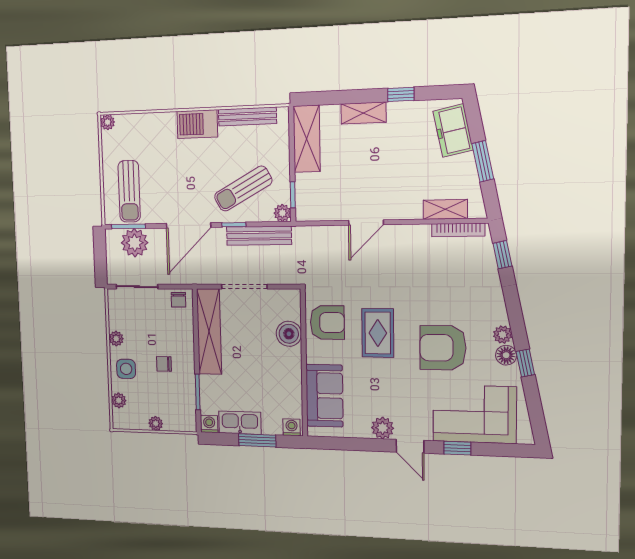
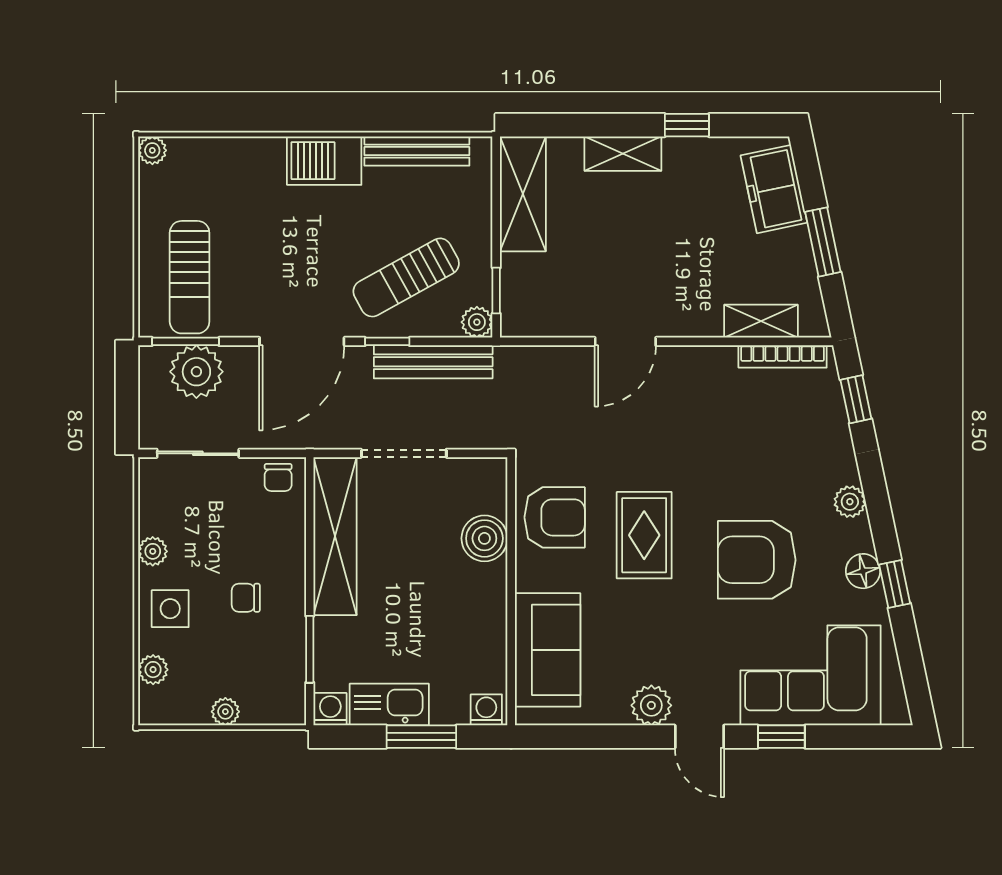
plant: (503, 335) -> (850, 502), moved

